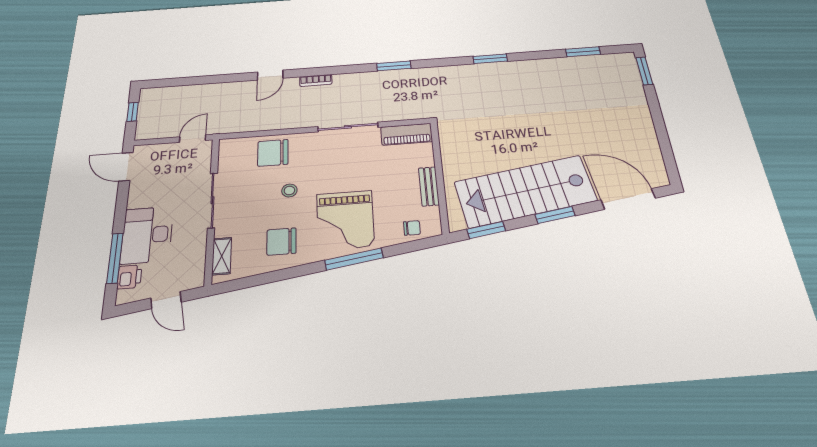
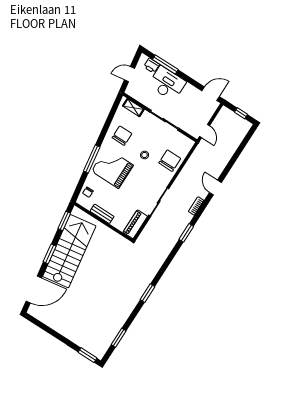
window: (394, 66) -> (186, 233), moved

